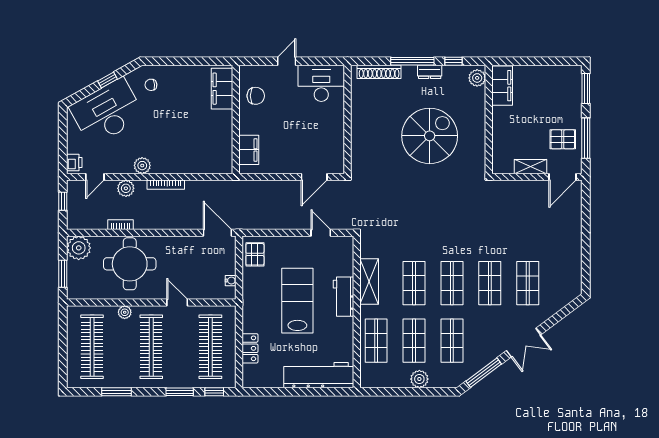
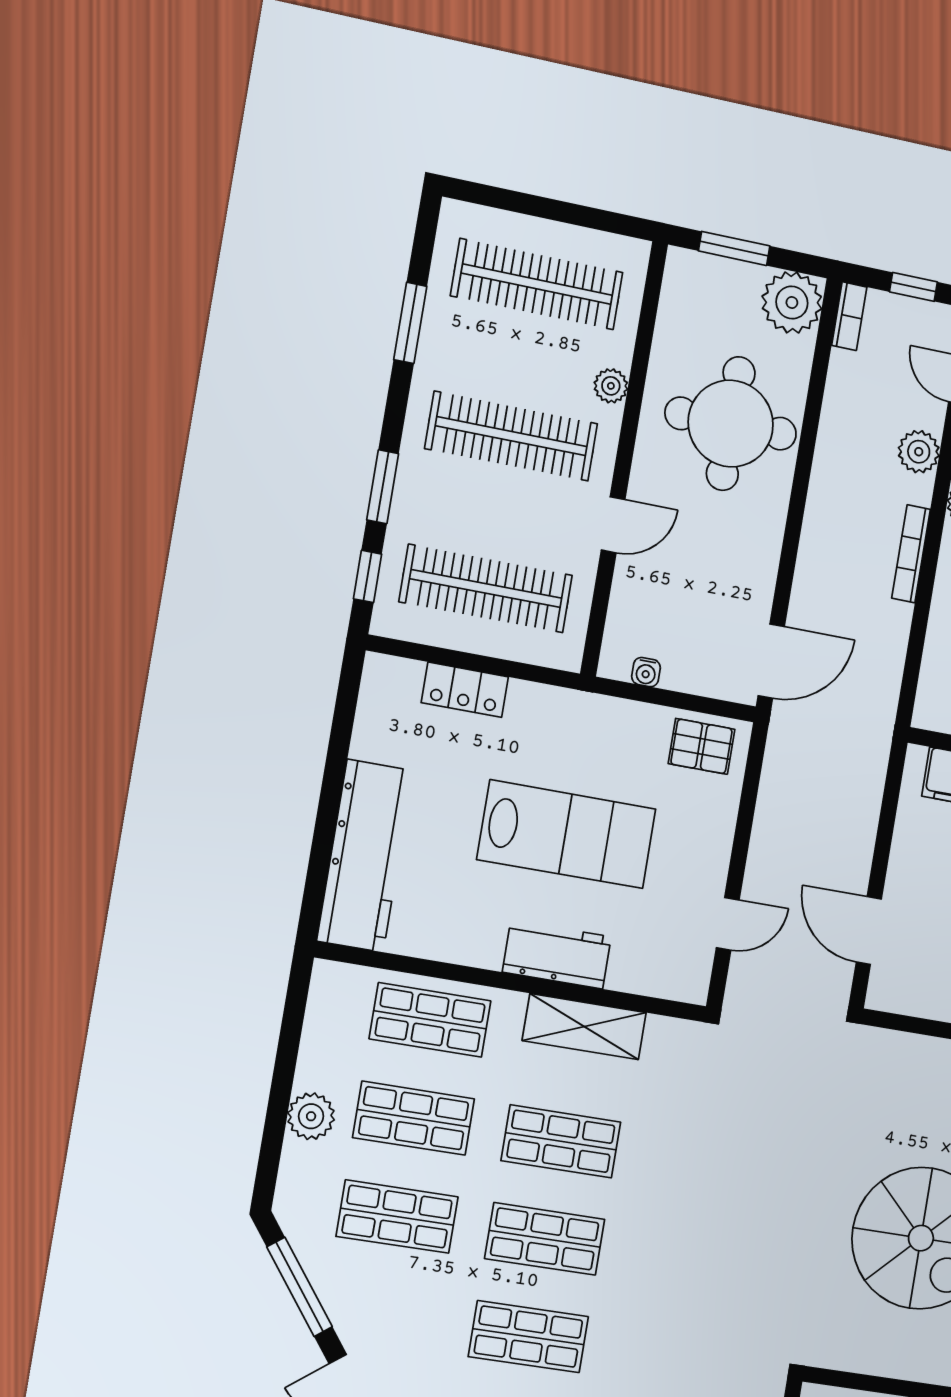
bookcase: (121, 225) -> (849, 316), moved

